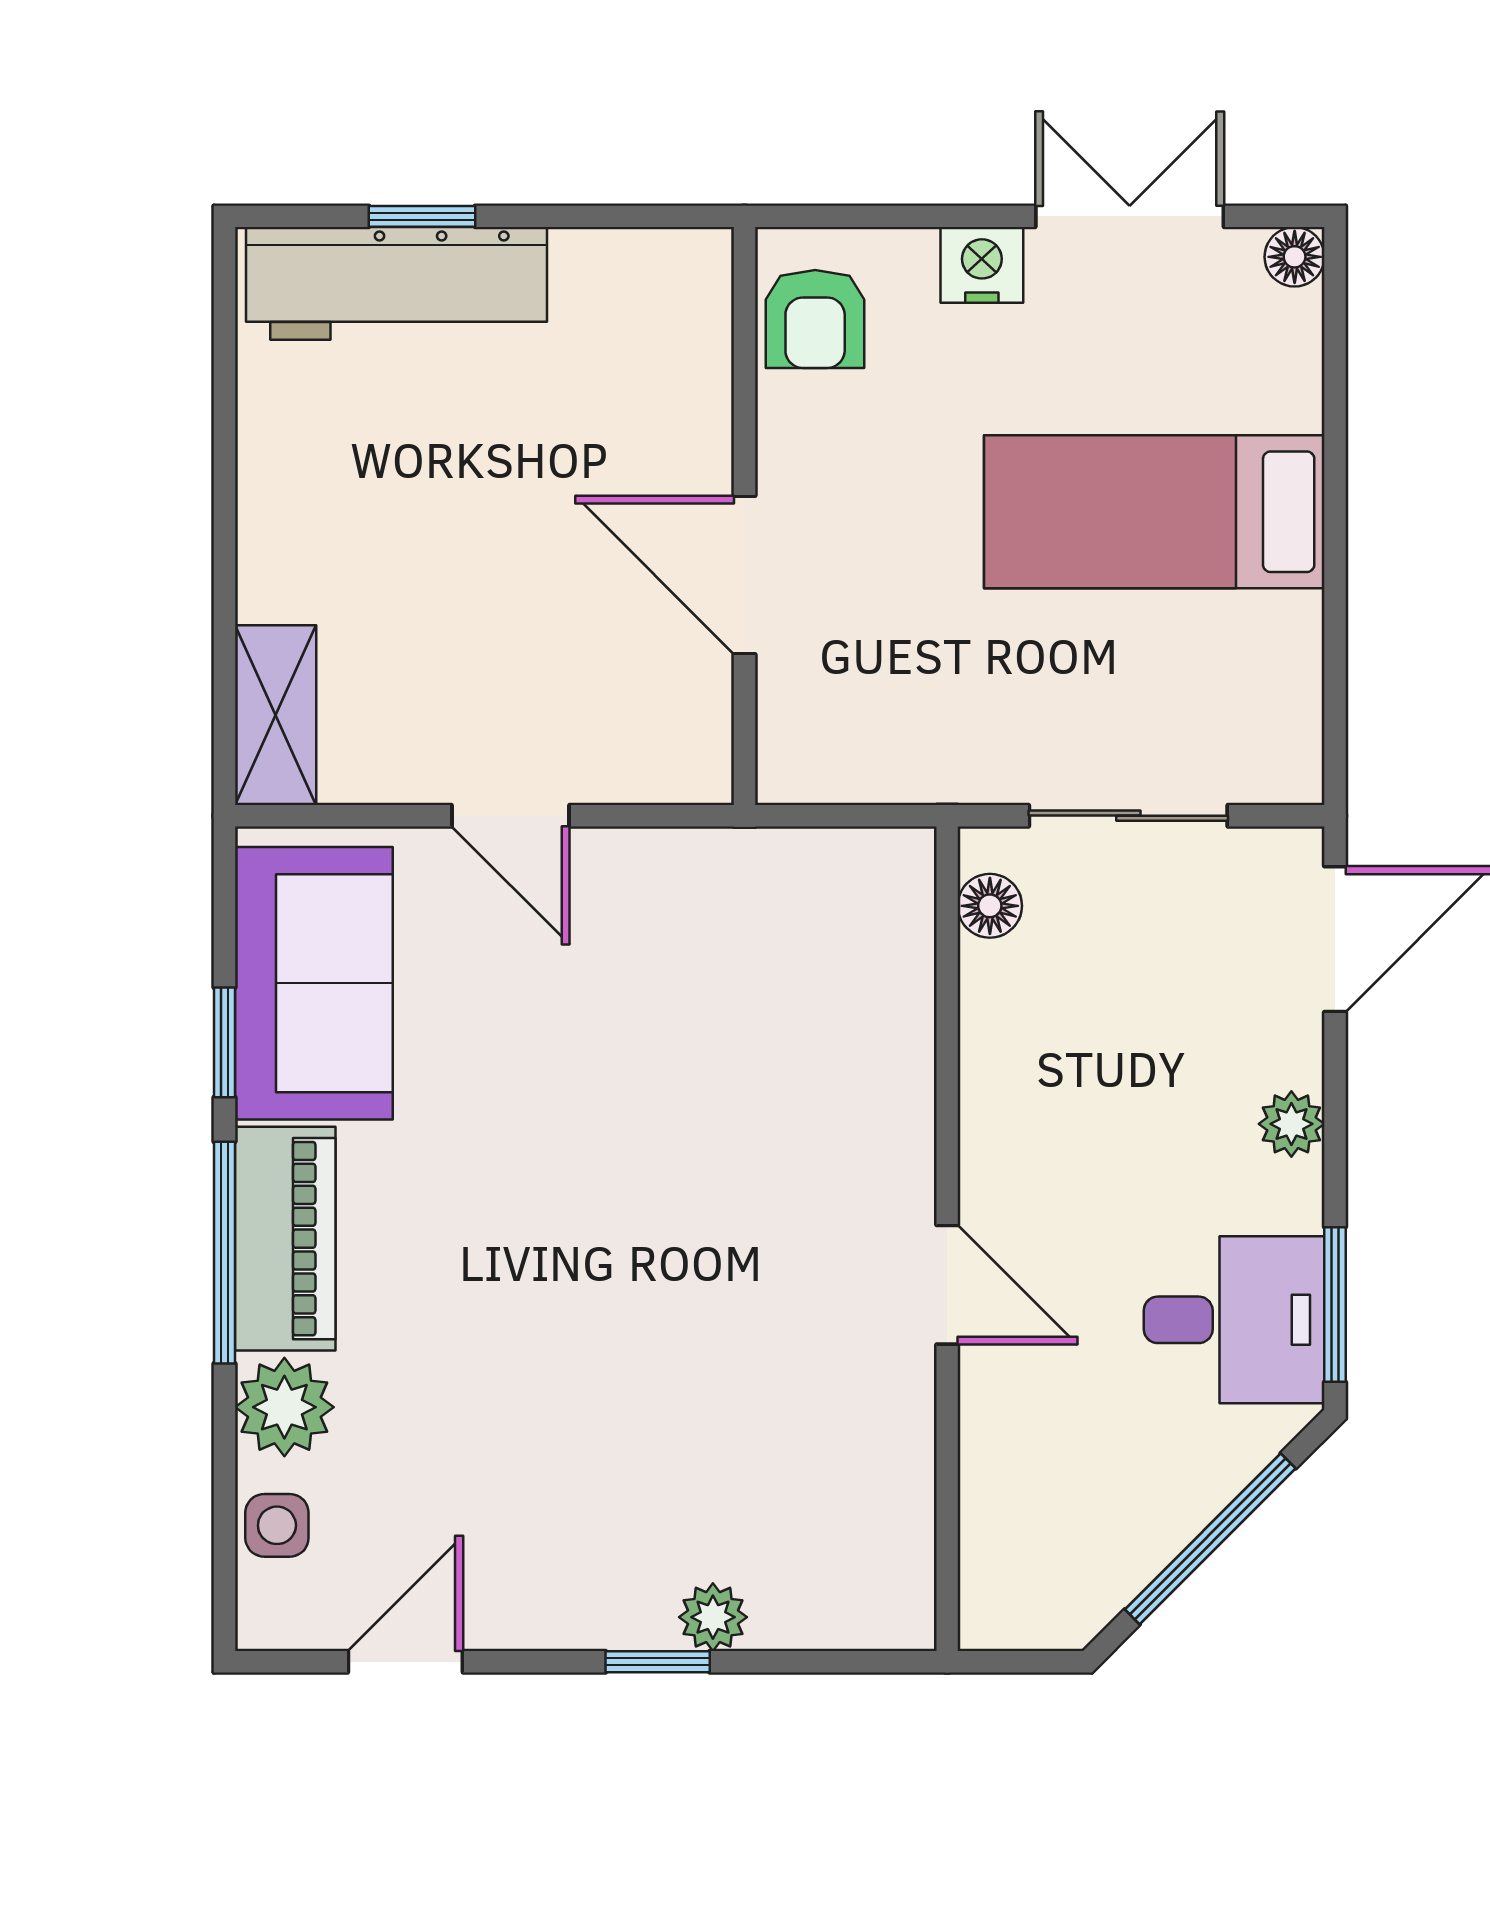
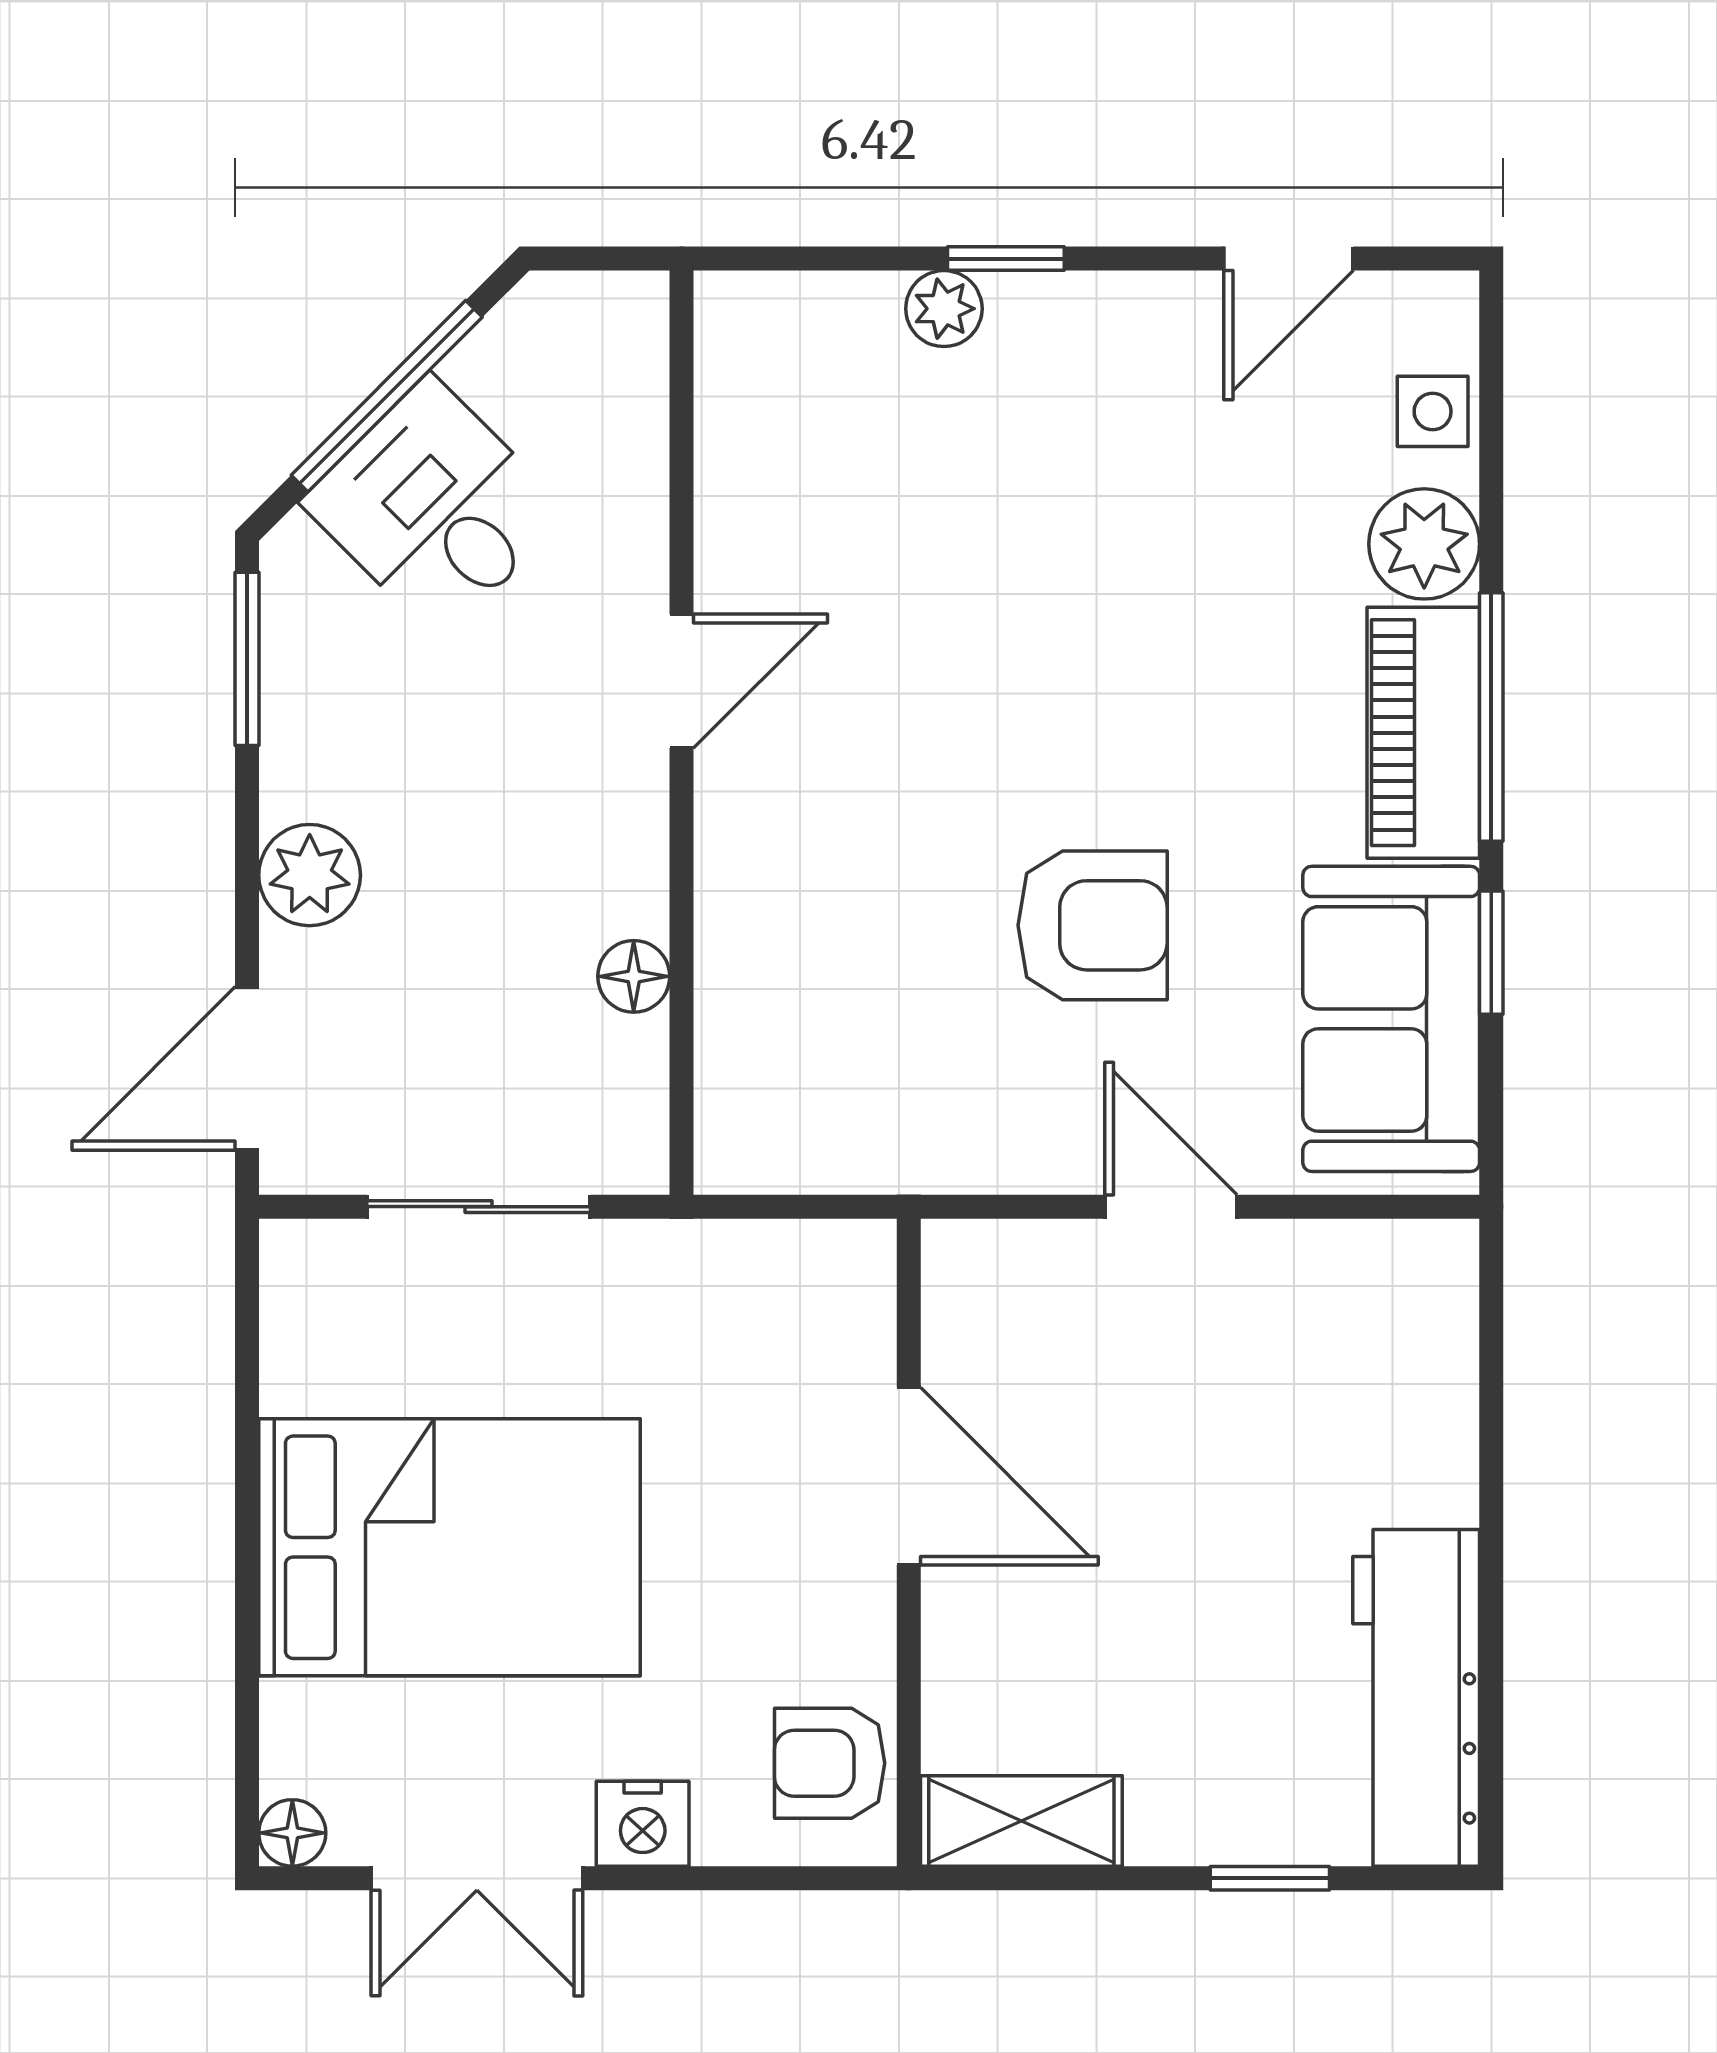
workbench: (397, 283) -> (1416, 1698), moved, turned -90
armchair: (815, 319) -> (830, 1763), turned -90
bed: (1154, 512) -> (449, 1547), width x1.50
shelving: (276, 715) -> (1021, 1821), moved, turned 90
floor lamp: (990, 906) -> (634, 976), moved
armchair: (580, 1067) -> (1093, 925), added
plant: (1291, 1124) -> (310, 875), width x1.38, depth x1.38
door: (947, 1285) -> (682, 681), swing flipped
desk: (1234, 1320) -> (435, 508), moved, turned 45

